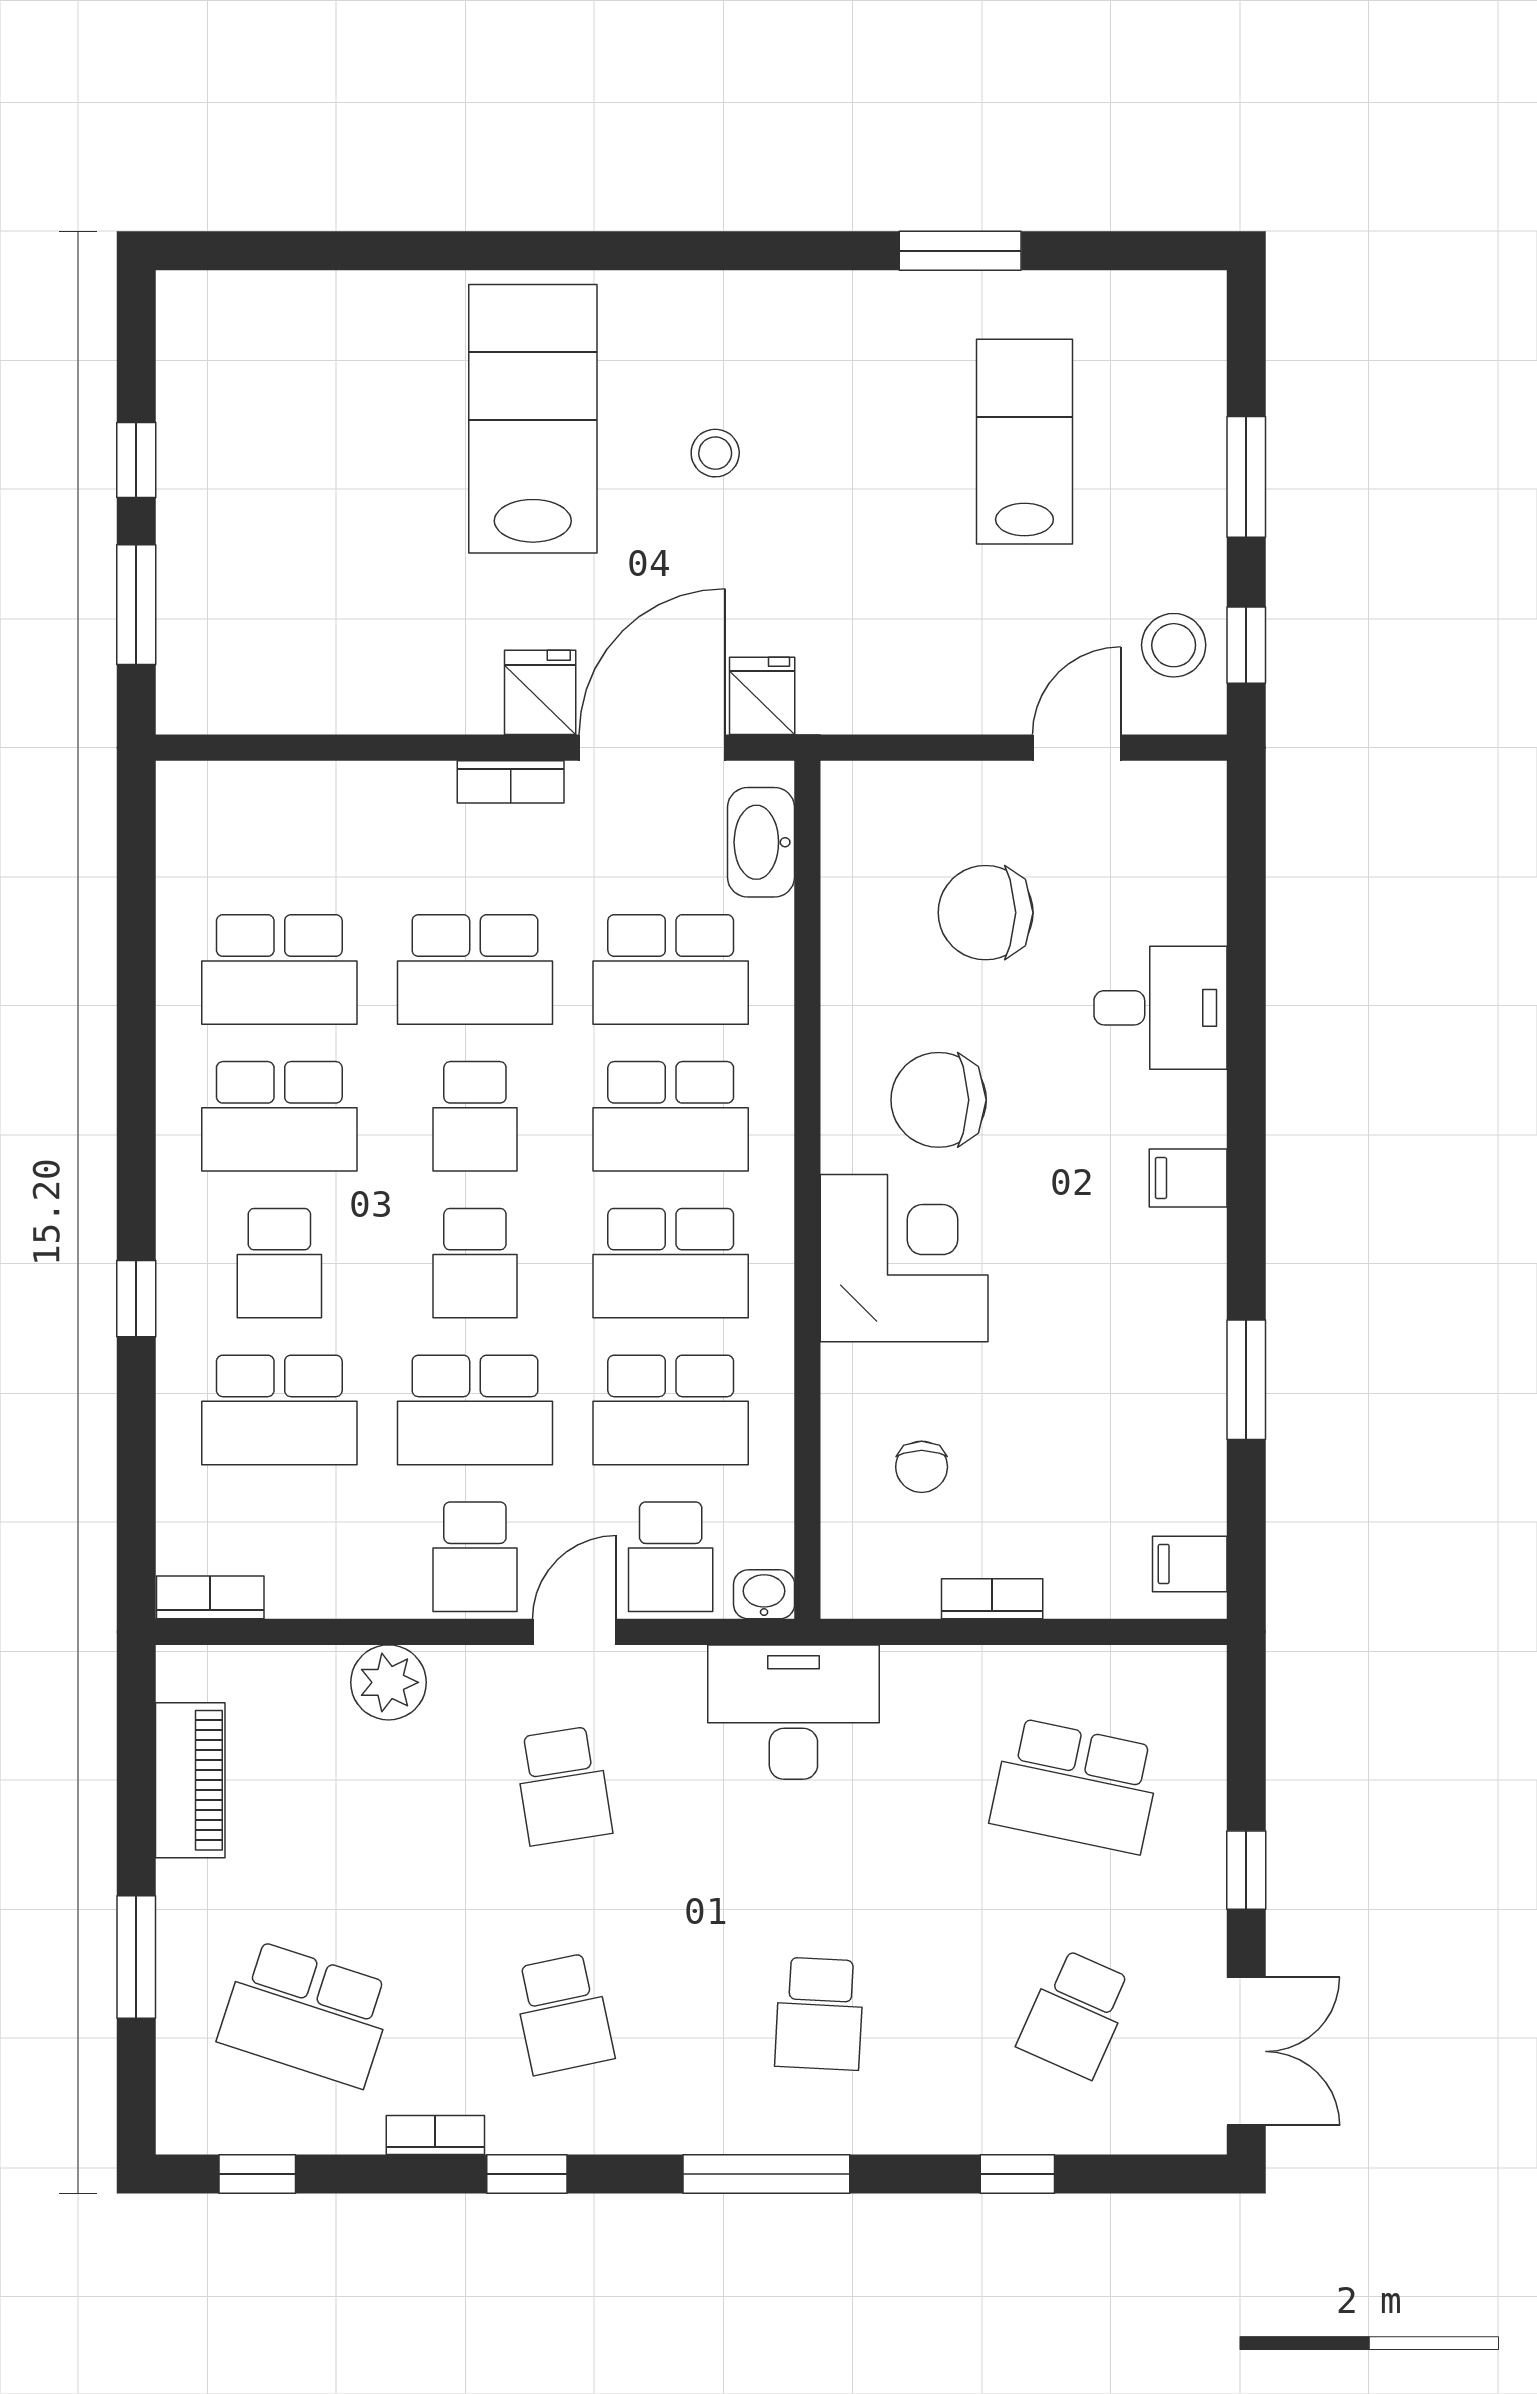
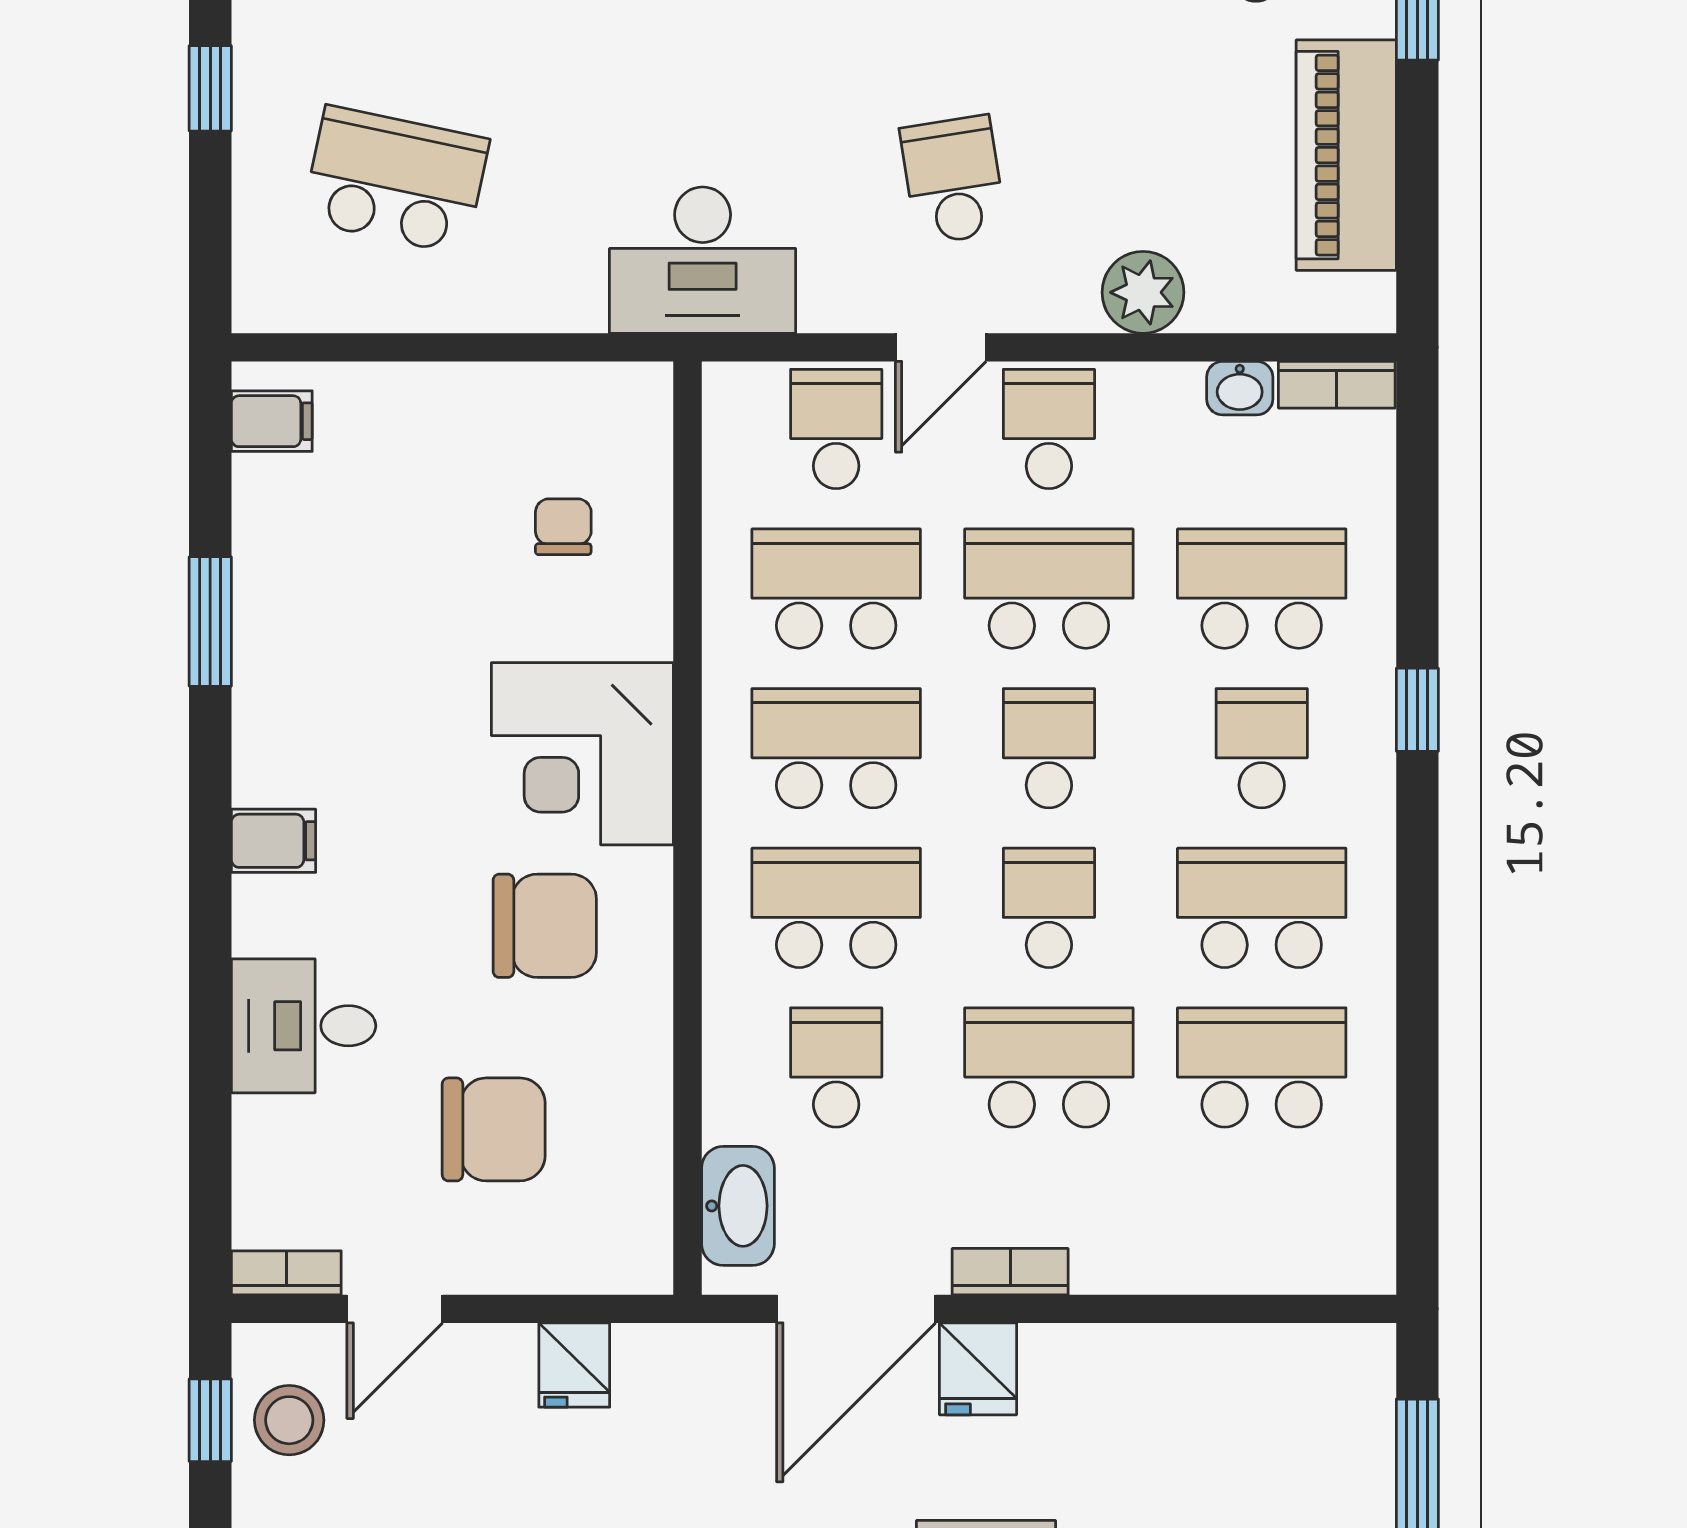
fridge: (762, 696) -> (574, 1365), moved
school desk: (671, 970) -> (836, 1068), width x0.54
washbasin: (764, 1594) -> (1240, 388), moved
bookcase: (992, 1599) -> (286, 1273), moved, turned 180
piano: (190, 1780) -> (1346, 155), width x1.37, depth x1.33

